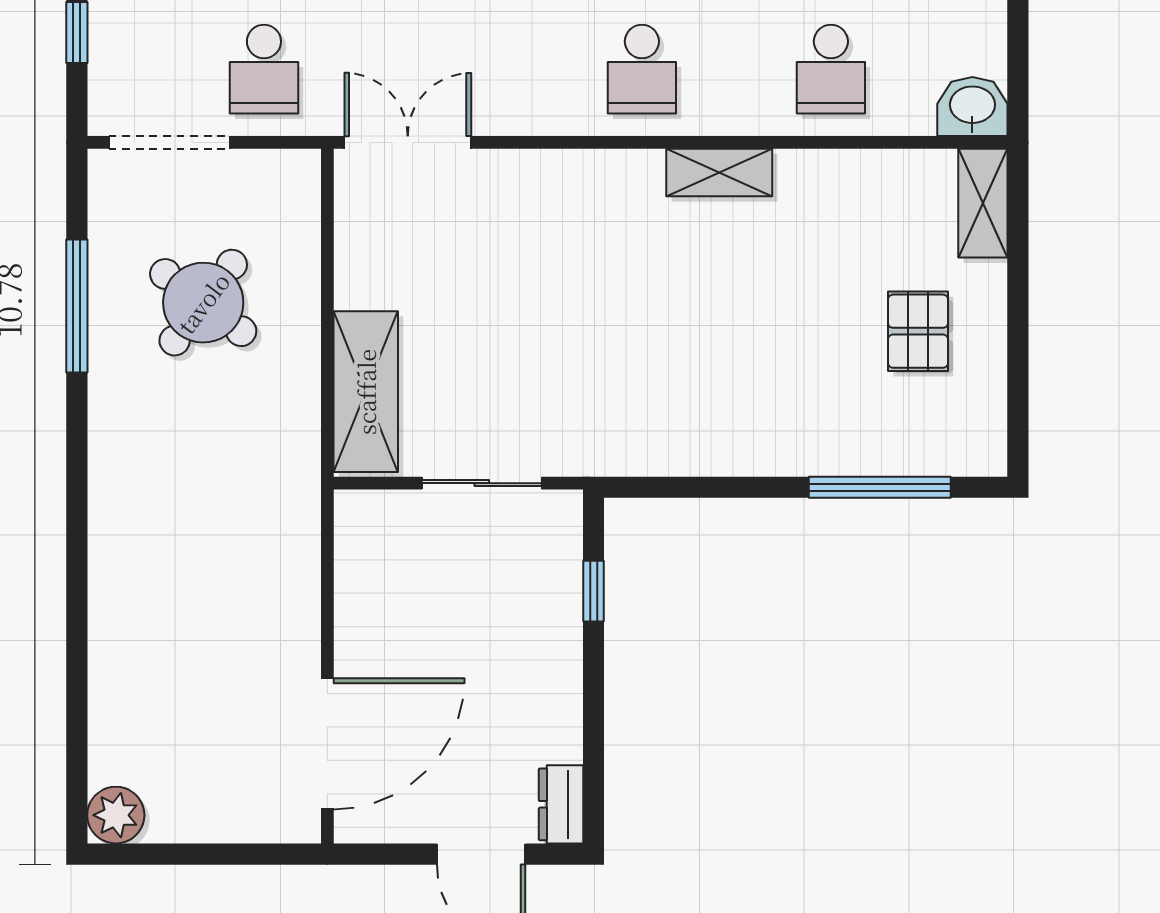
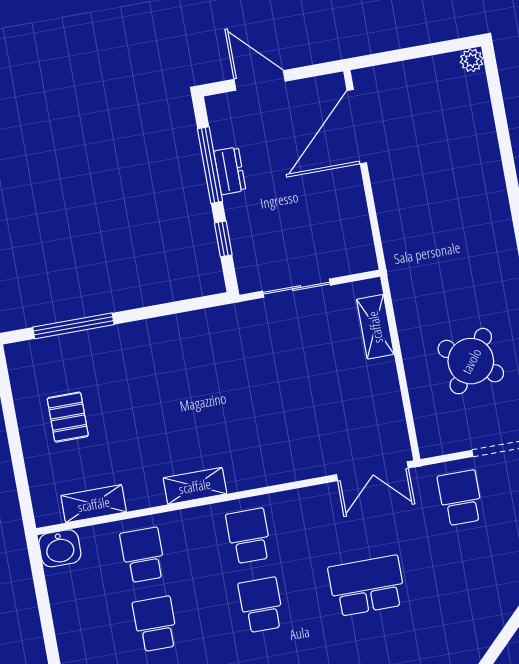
shelving: (983, 203) -> (94, 504), moved, turned 90
shelving: (366, 392) -> (375, 327), width x0.67, depth x0.75
window: (594, 723) -> (210, 165), added
dresser: (561, 804) -> (230, 171), moved
plant: (116, 815) -> (472, 60), width x0.73, depth x0.73

